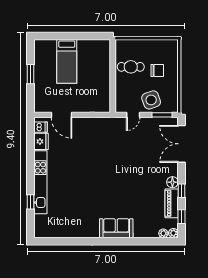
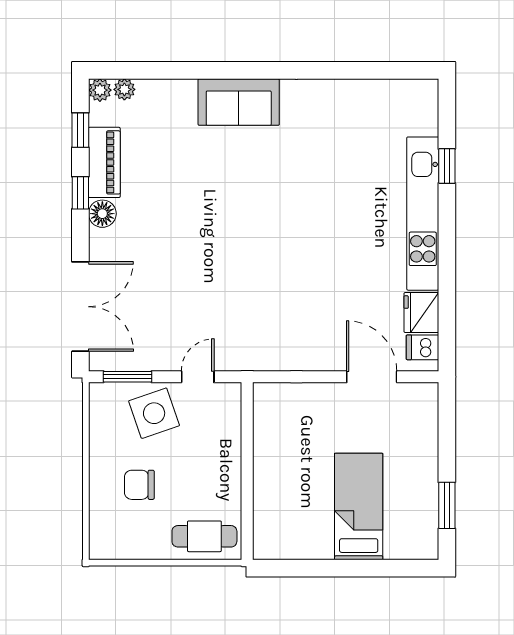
cafe table: (131, 67) -> (204, 536), moved
window: (30, 74) -> (447, 505), moved

